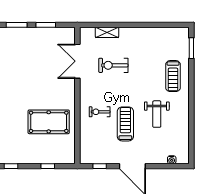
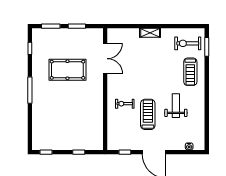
shelving: (107, 32) -> (150, 33), moved
double door: (77, 61) -> (105, 59), swing flipped
exercise bike: (113, 65) -> (188, 43), moved
weight bench: (157, 114) -> (176, 106), turned 180
pool table: (49, 122) -> (67, 70), moved

